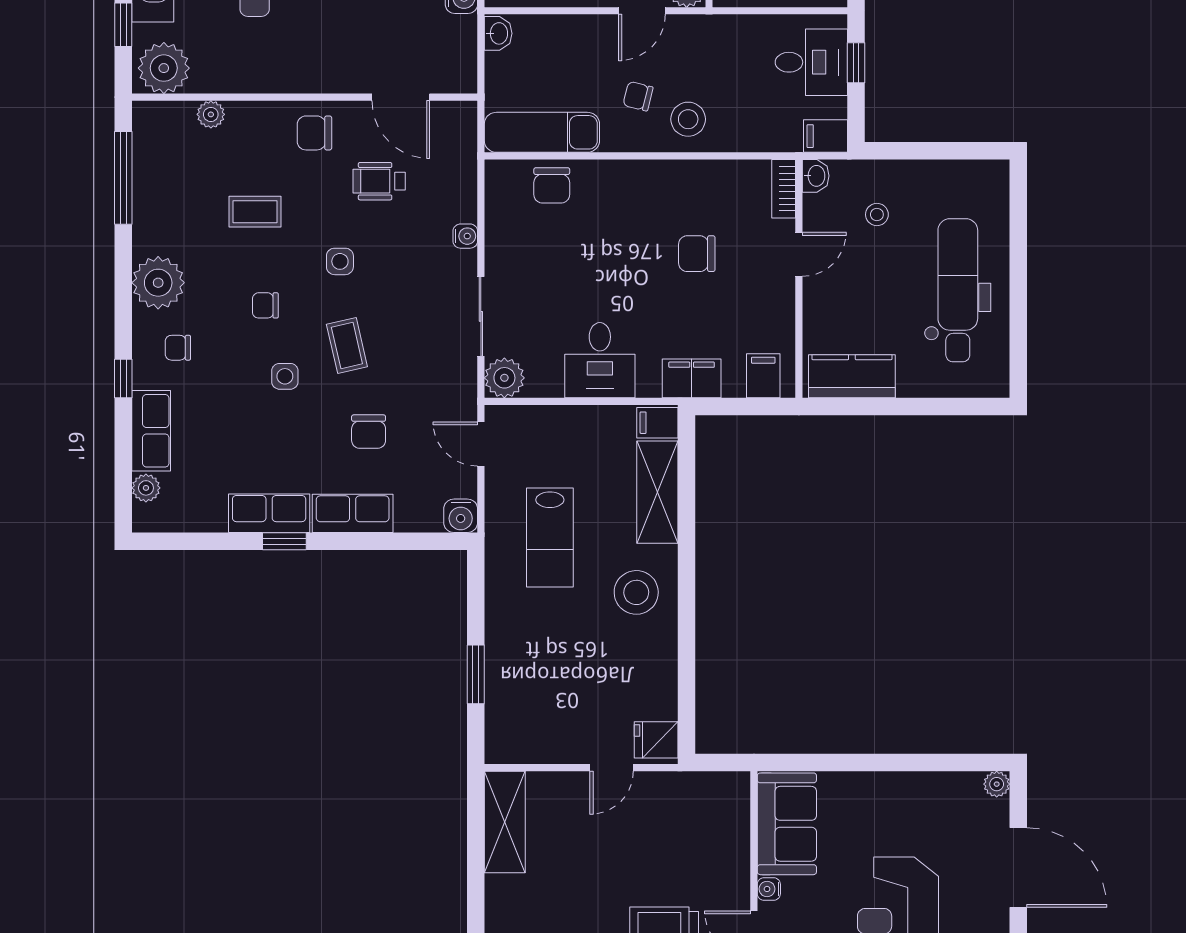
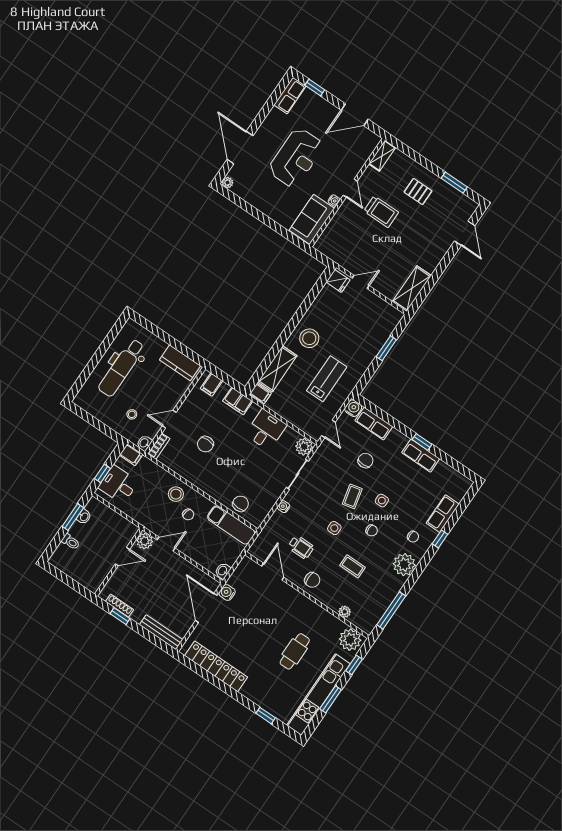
chair: (697, 254) -> (205, 444), turned 90
plant: (146, 488) -> (458, 495), removed
row of seats: (353, 513) -> (374, 424), moved

